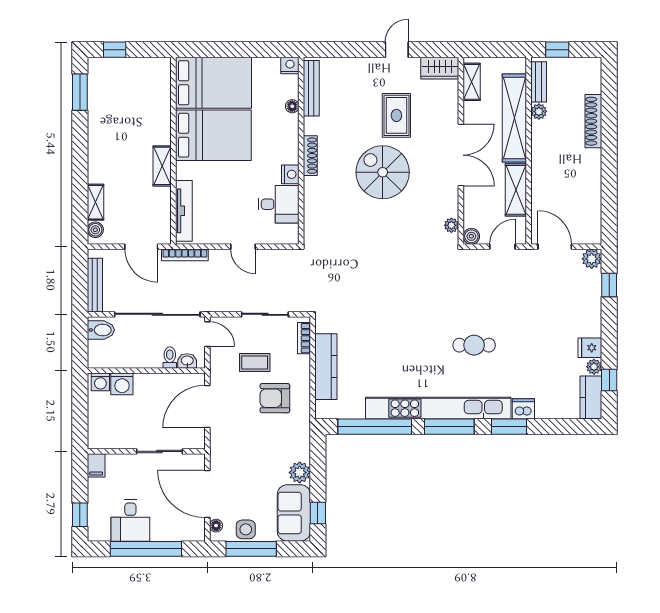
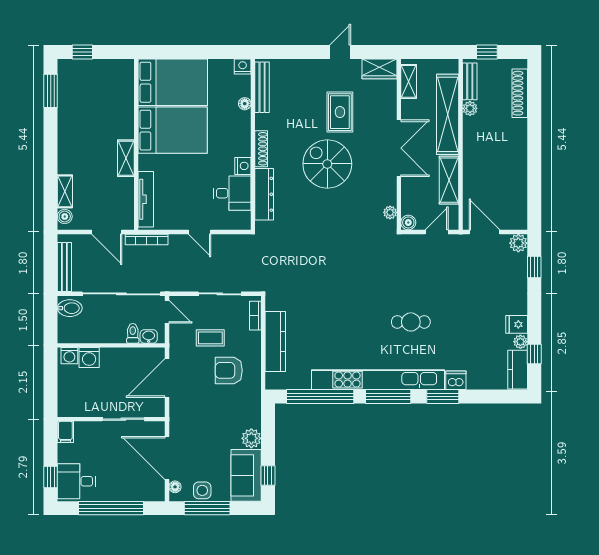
shoe rack: (593, 121) -> (520, 93), moved
dresser: (314, 205) -> (264, 194), added
desk: (130, 520) -> (76, 481), moved, turned 90

